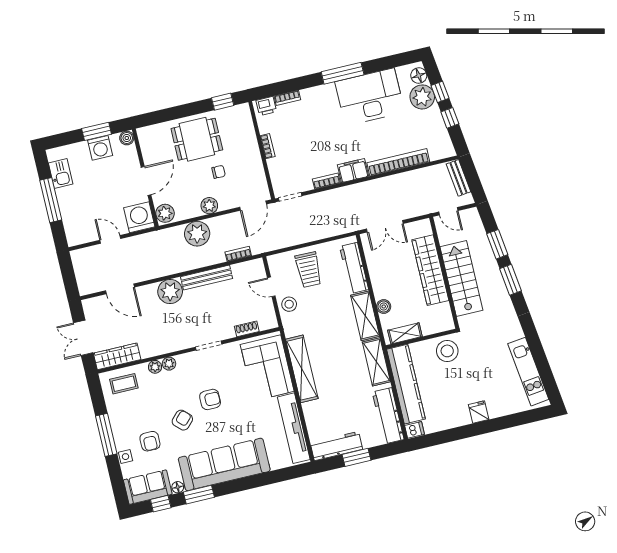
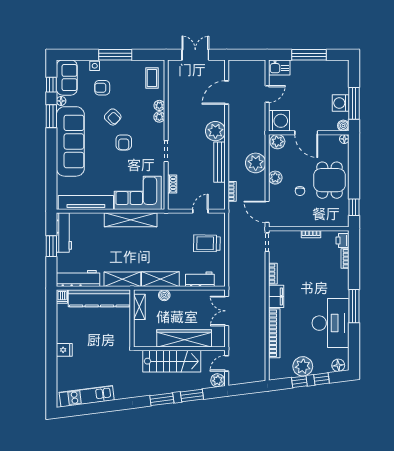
plant: (422, 97) -> (303, 366), moved
window: (97, 131) -> (354, 103), width x1.44
floor lamp: (143, 133) -> (344, 139), added
kitchen sink: (61, 174) -> (279, 67), moved
bench: (458, 178) -> (251, 377), removed
plant: (472, 217) -> (218, 380), added
workbench: (354, 268) -> (200, 279), width x0.73
stool: (289, 304) -> (184, 222), removed
stool: (447, 351) -> (118, 337), removed
wardrobe: (117, 356) -> (175, 78), removed

